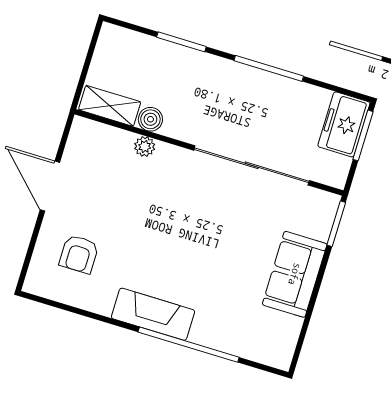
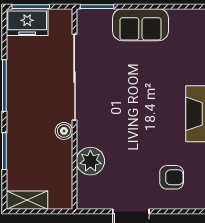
shelving: (110, 106) -> (27, 200), moved, turned 90
boiler: (150, 119) -> (64, 131), moved
plant: (145, 147) -> (90, 161), width x1.87, depth x1.87

